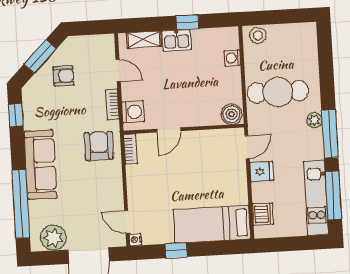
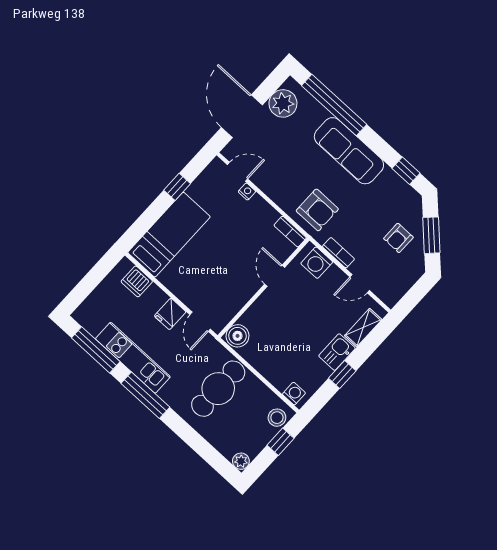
window: (271, 17) -> (280, 442), added
washing machine: (232, 58) -> (294, 394), moved
plant: (314, 120) -> (241, 461), moved
kitchen unit: (316, 198) -> (133, 358), moved
nightstand: (135, 240) -> (247, 192), moved

